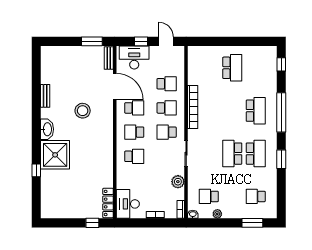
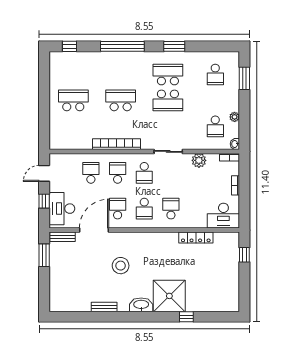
school desk: (256, 111) -> (121, 100), moved
locker: (108, 203) -> (196, 238), moved

